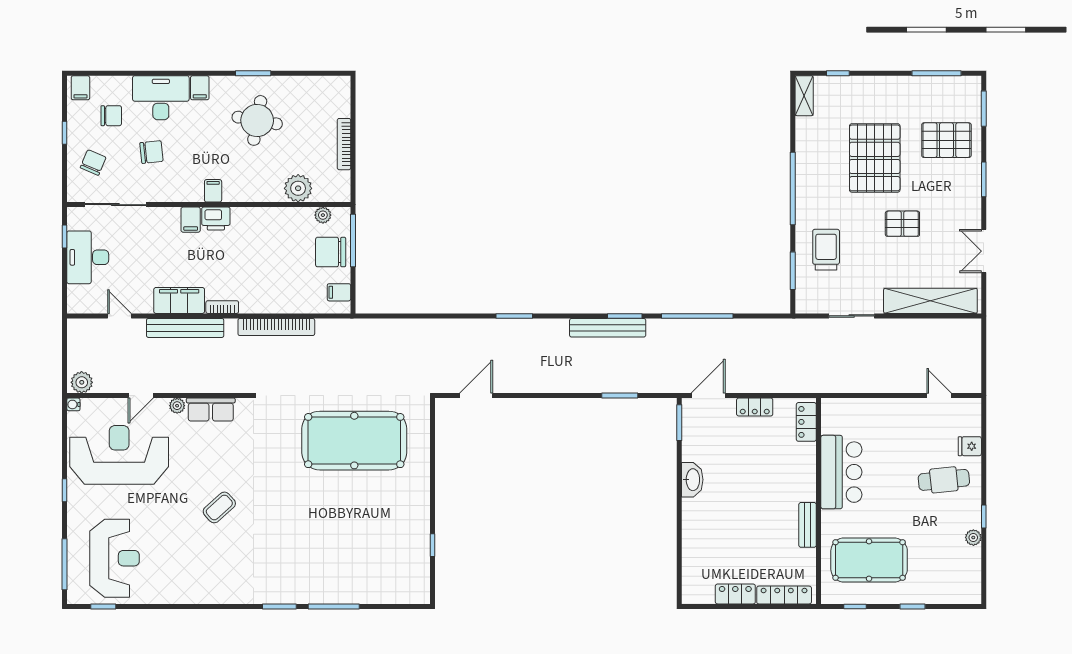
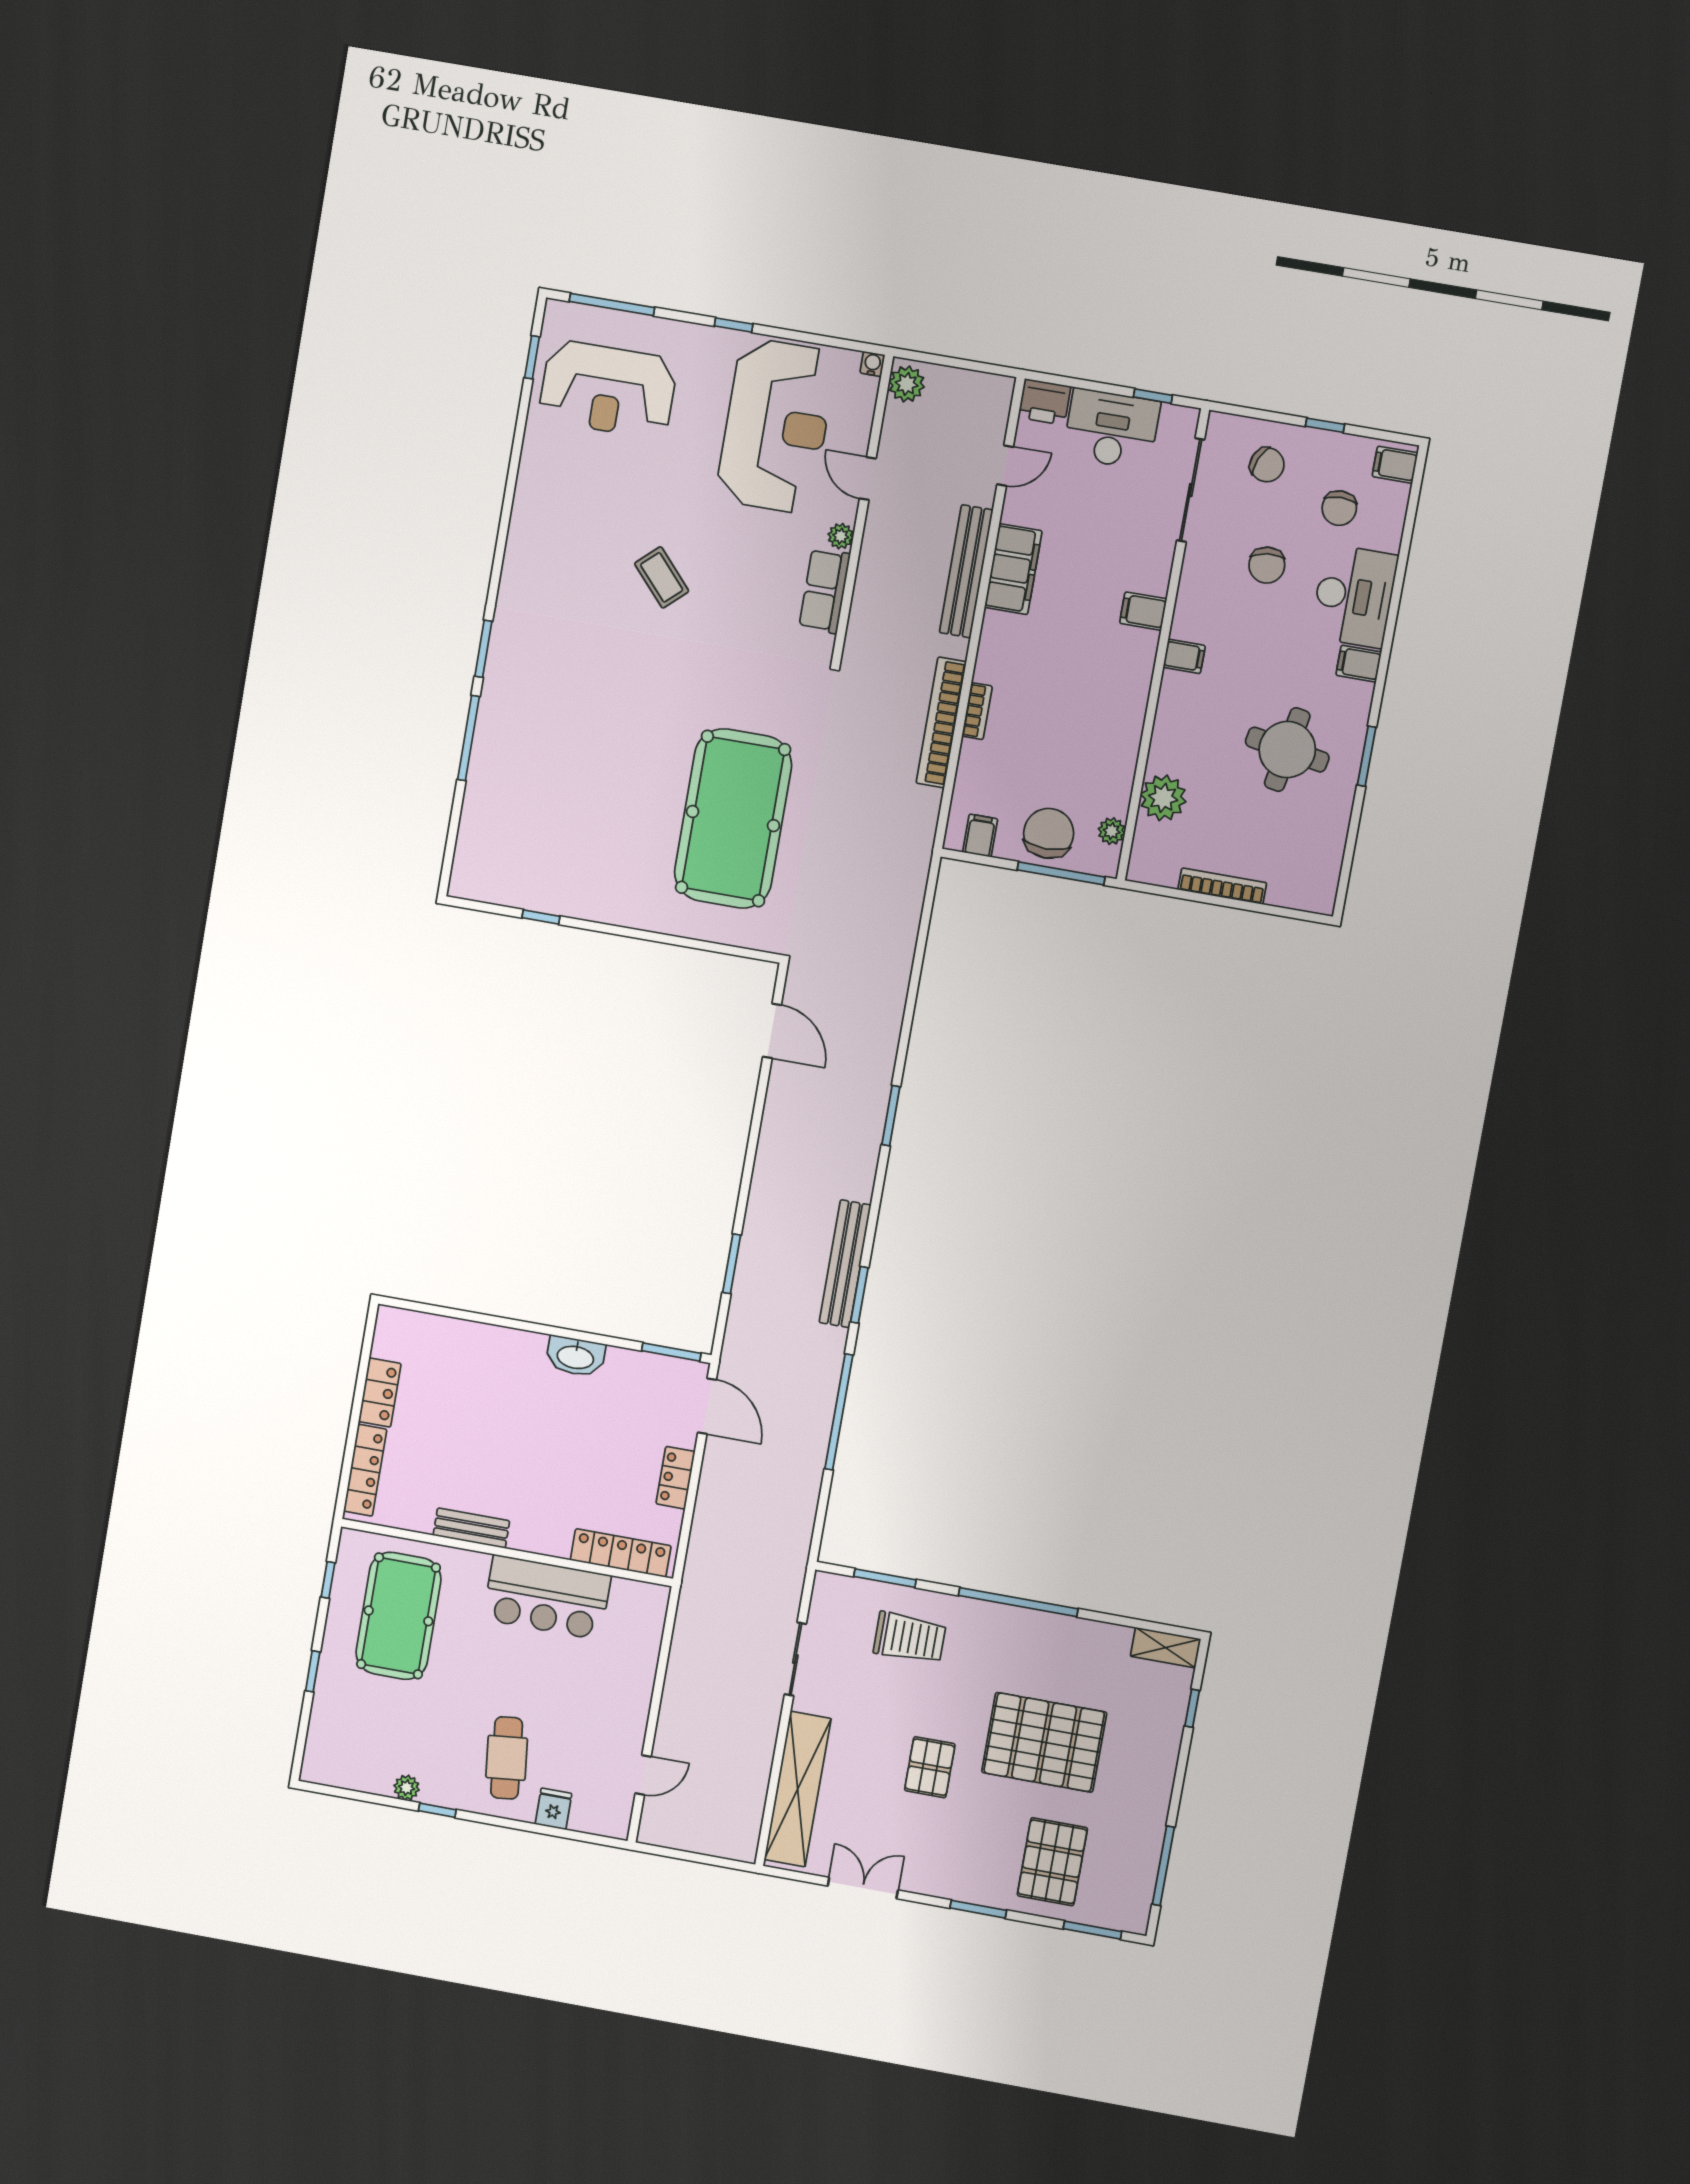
printer: (216, 219) -> (1044, 402), moved, turned -90
bookcase: (222, 307) -> (977, 711), moved
locker: (806, 422) -> (621, 1553), width x1.53

